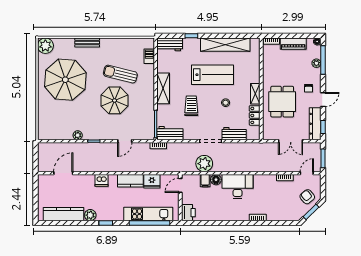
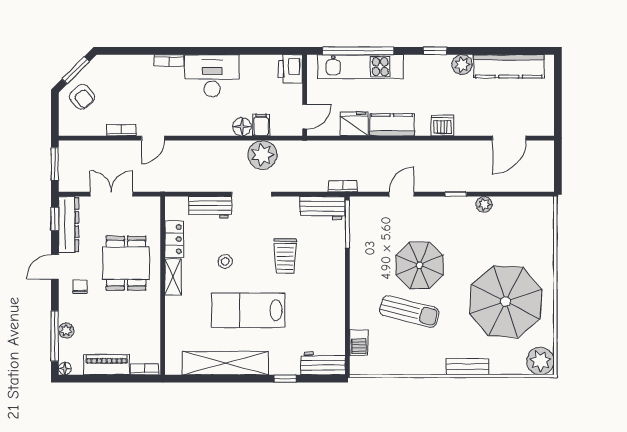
shelving: (163, 88) -> (334, 286), removed
door: (307, 173) -> (153, 138), moved
desk: (237, 186) -> (212, 76), moved, turned 180

